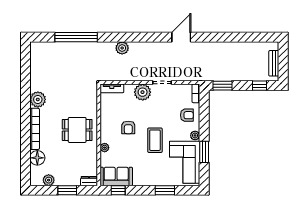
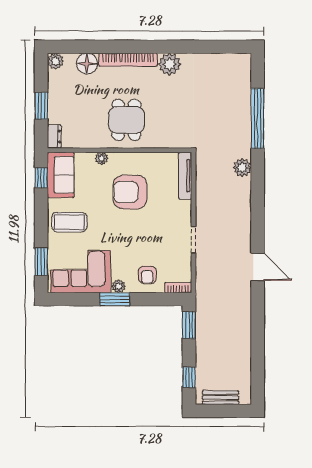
plant: (122, 48) -> (242, 168), moved
tv unit: (112, 88) -> (185, 176), width x1.41
plant: (143, 92) -> (180, 212), removed
armchair: (128, 127) -> (130, 192), width x1.88, depth x1.88
coffee table: (155, 140) -> (69, 222), moved
window: (204, 152) -> (115, 299), moved
plant: (49, 180) -> (56, 61), moved
window: (165, 190) -> (41, 262), moved

